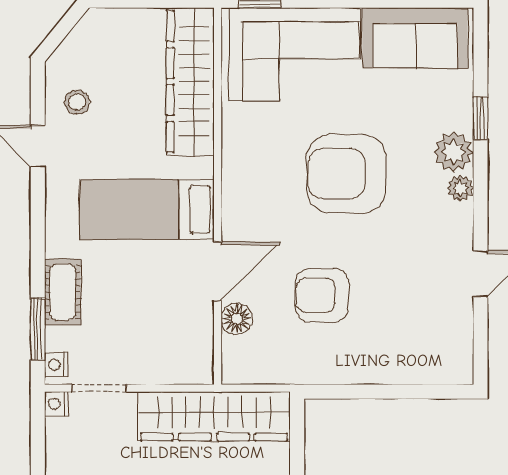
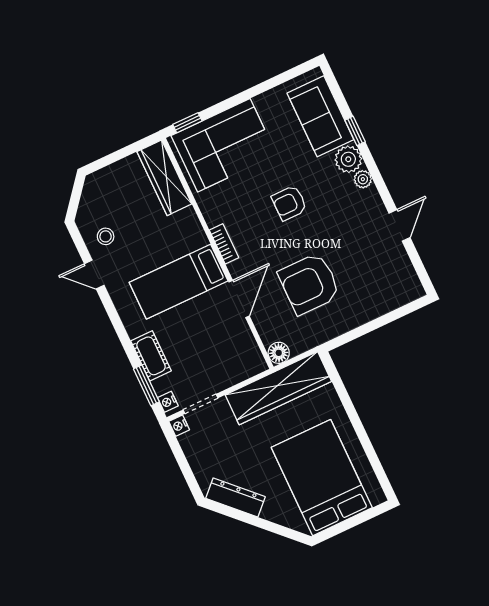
sofa: (415, 38) -> (320, 116), moved, turned 90
wardrobe: (190, 82) -> (164, 178), width x0.71, depth x0.85
armchair: (346, 174) -> (289, 203), width x0.53, depth x0.53
bookcase: (232, 187) -> (224, 244), added
armchair: (322, 295) -> (309, 284), width x1.36, depth x1.36
floor lamp: (237, 319) -> (279, 353), moved

